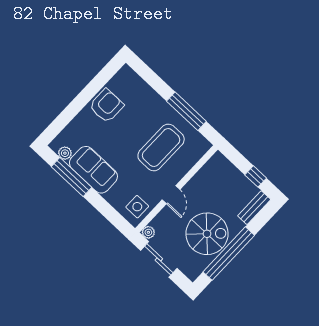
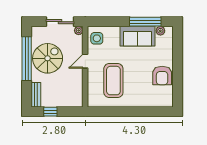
window: (186, 111) -> (118, 112), removed
door: (171, 195) -> (85, 61), hinge flipped
spiral stairs: (207, 234) -> (48, 58), turned 180

